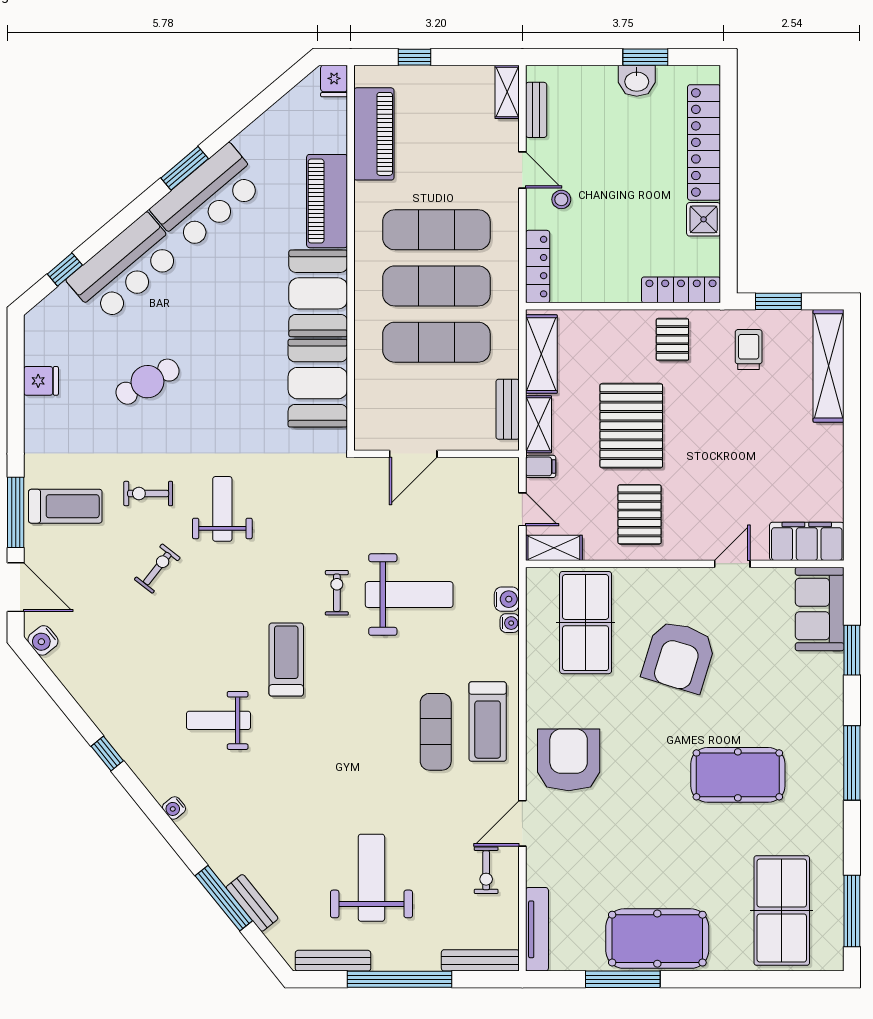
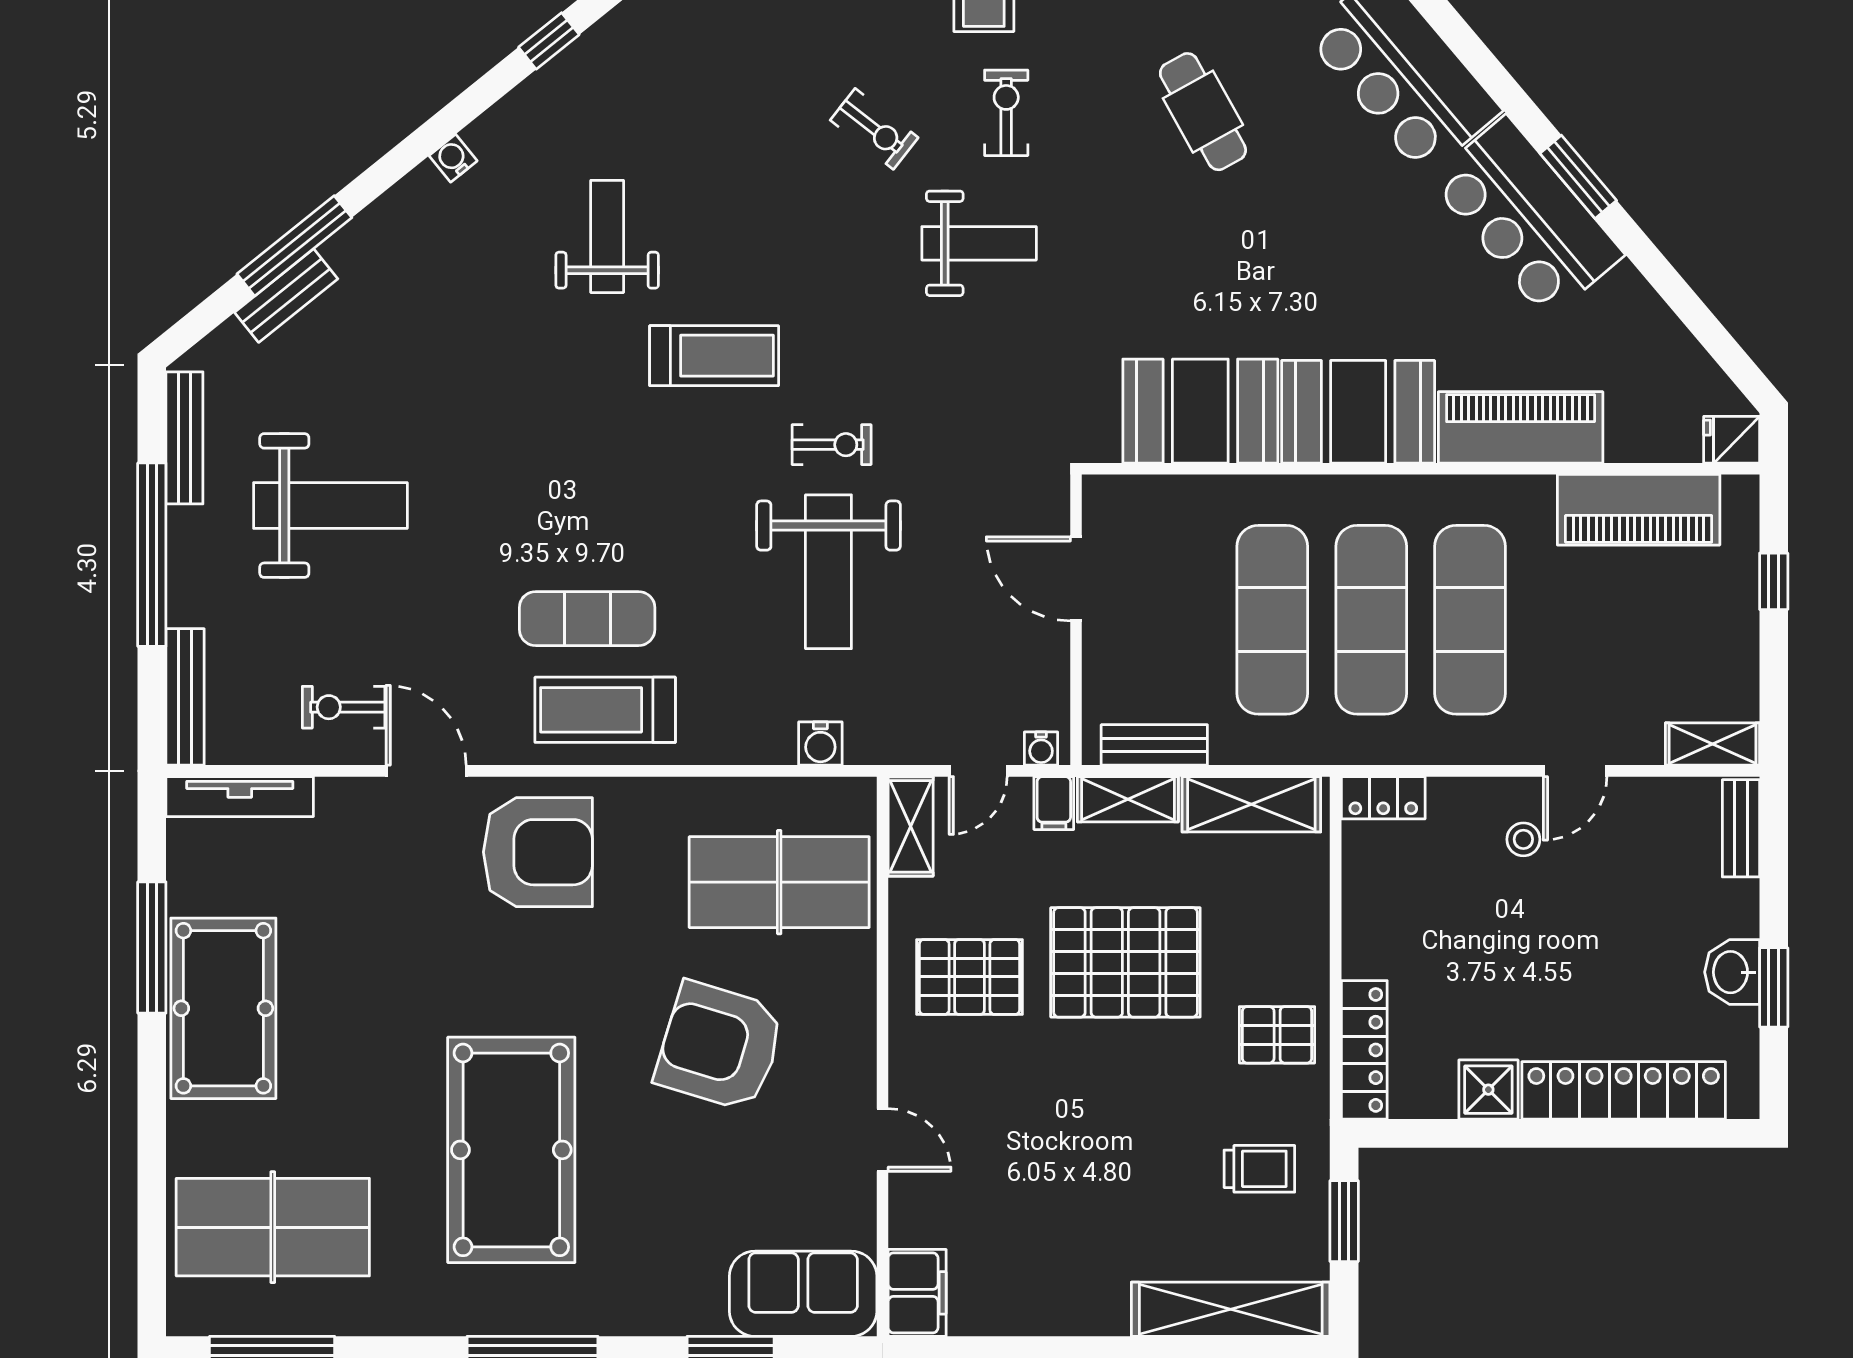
bench: (536, 110) -> (1741, 828), moved, turned 90
locker: (538, 267) -> (1383, 798), width x0.66
filing cabinet: (807, 541) -> (917, 1293), width x0.67, depth x0.86
water cooler: (510, 623) -> (1041, 749), moved
pool table: (738, 775) -> (511, 1150), width x1.36, depth x1.32

